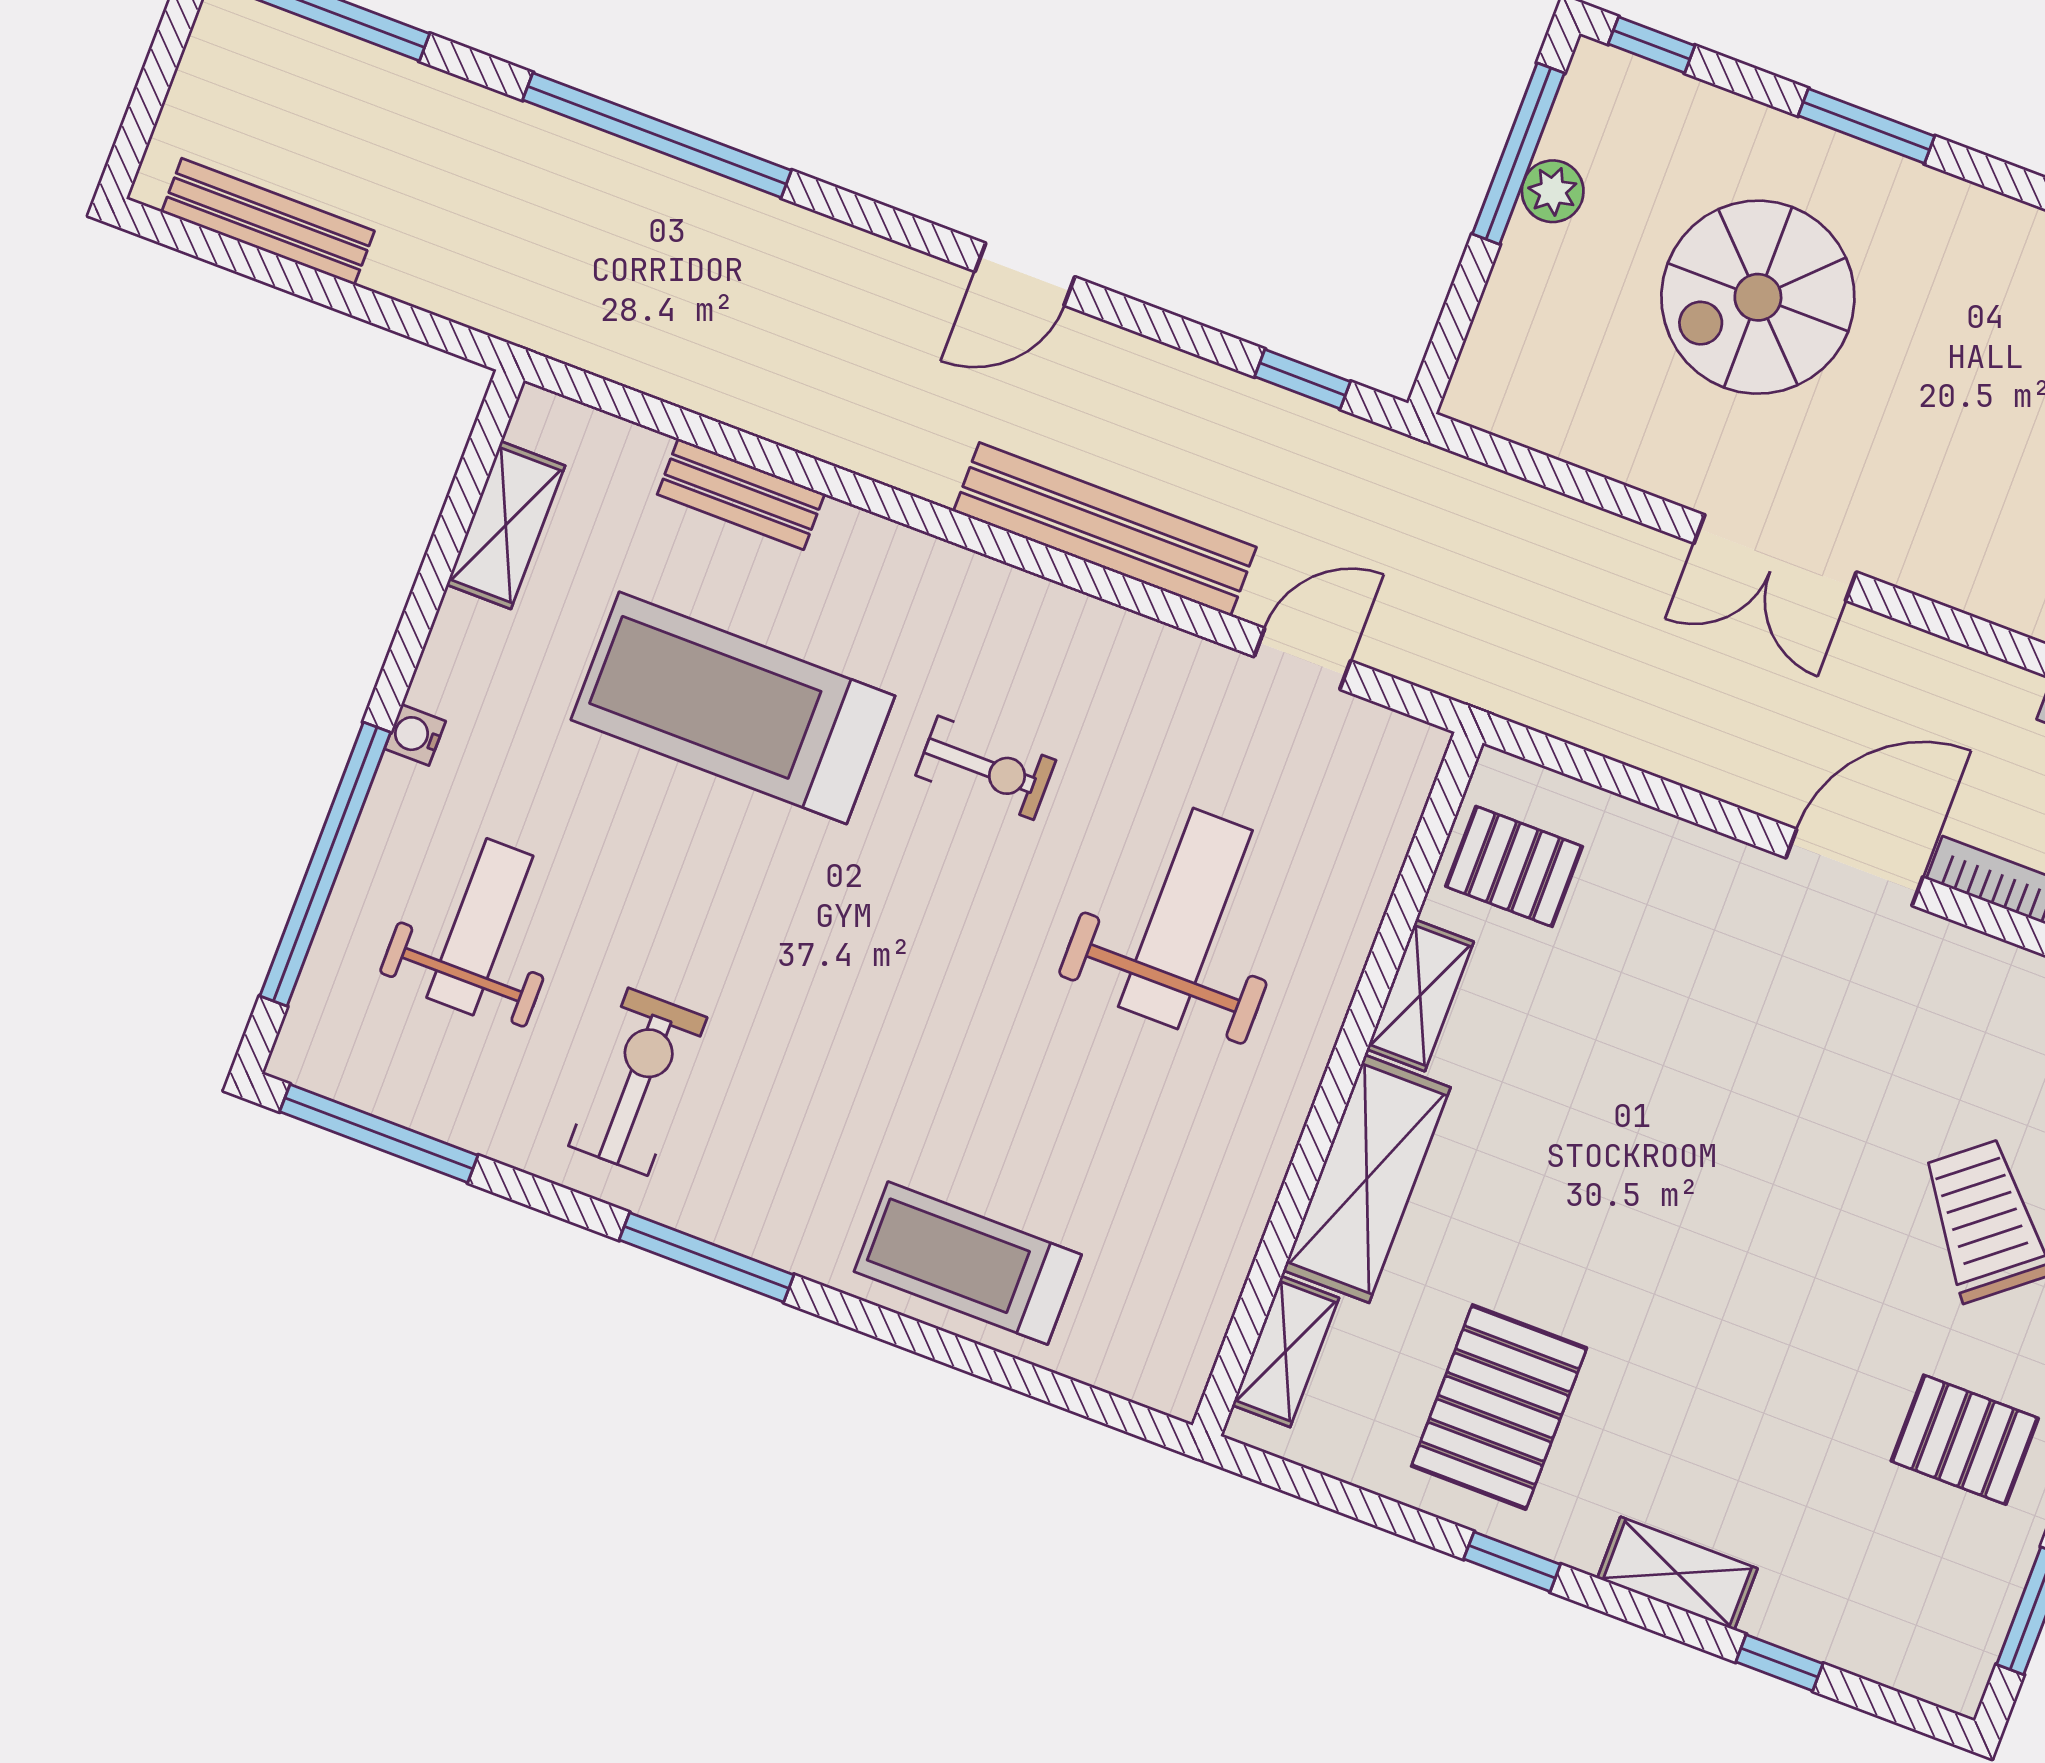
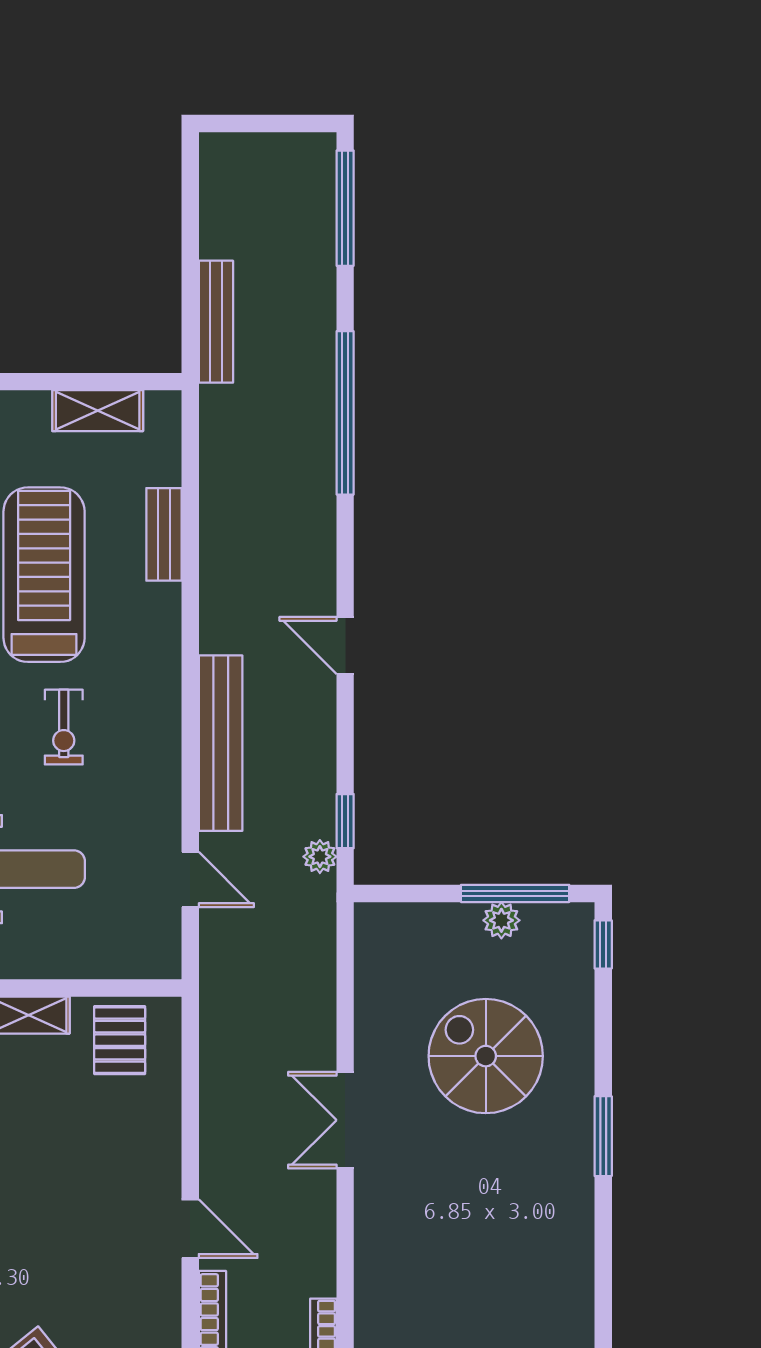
window: (1866, 126) -> (603, 1136), moved
bench: (268, 222) -> (216, 322), moved
plant: (1343, 440) -> (320, 857), added
door: (1854, 867) -> (190, 1229), width x0.73

